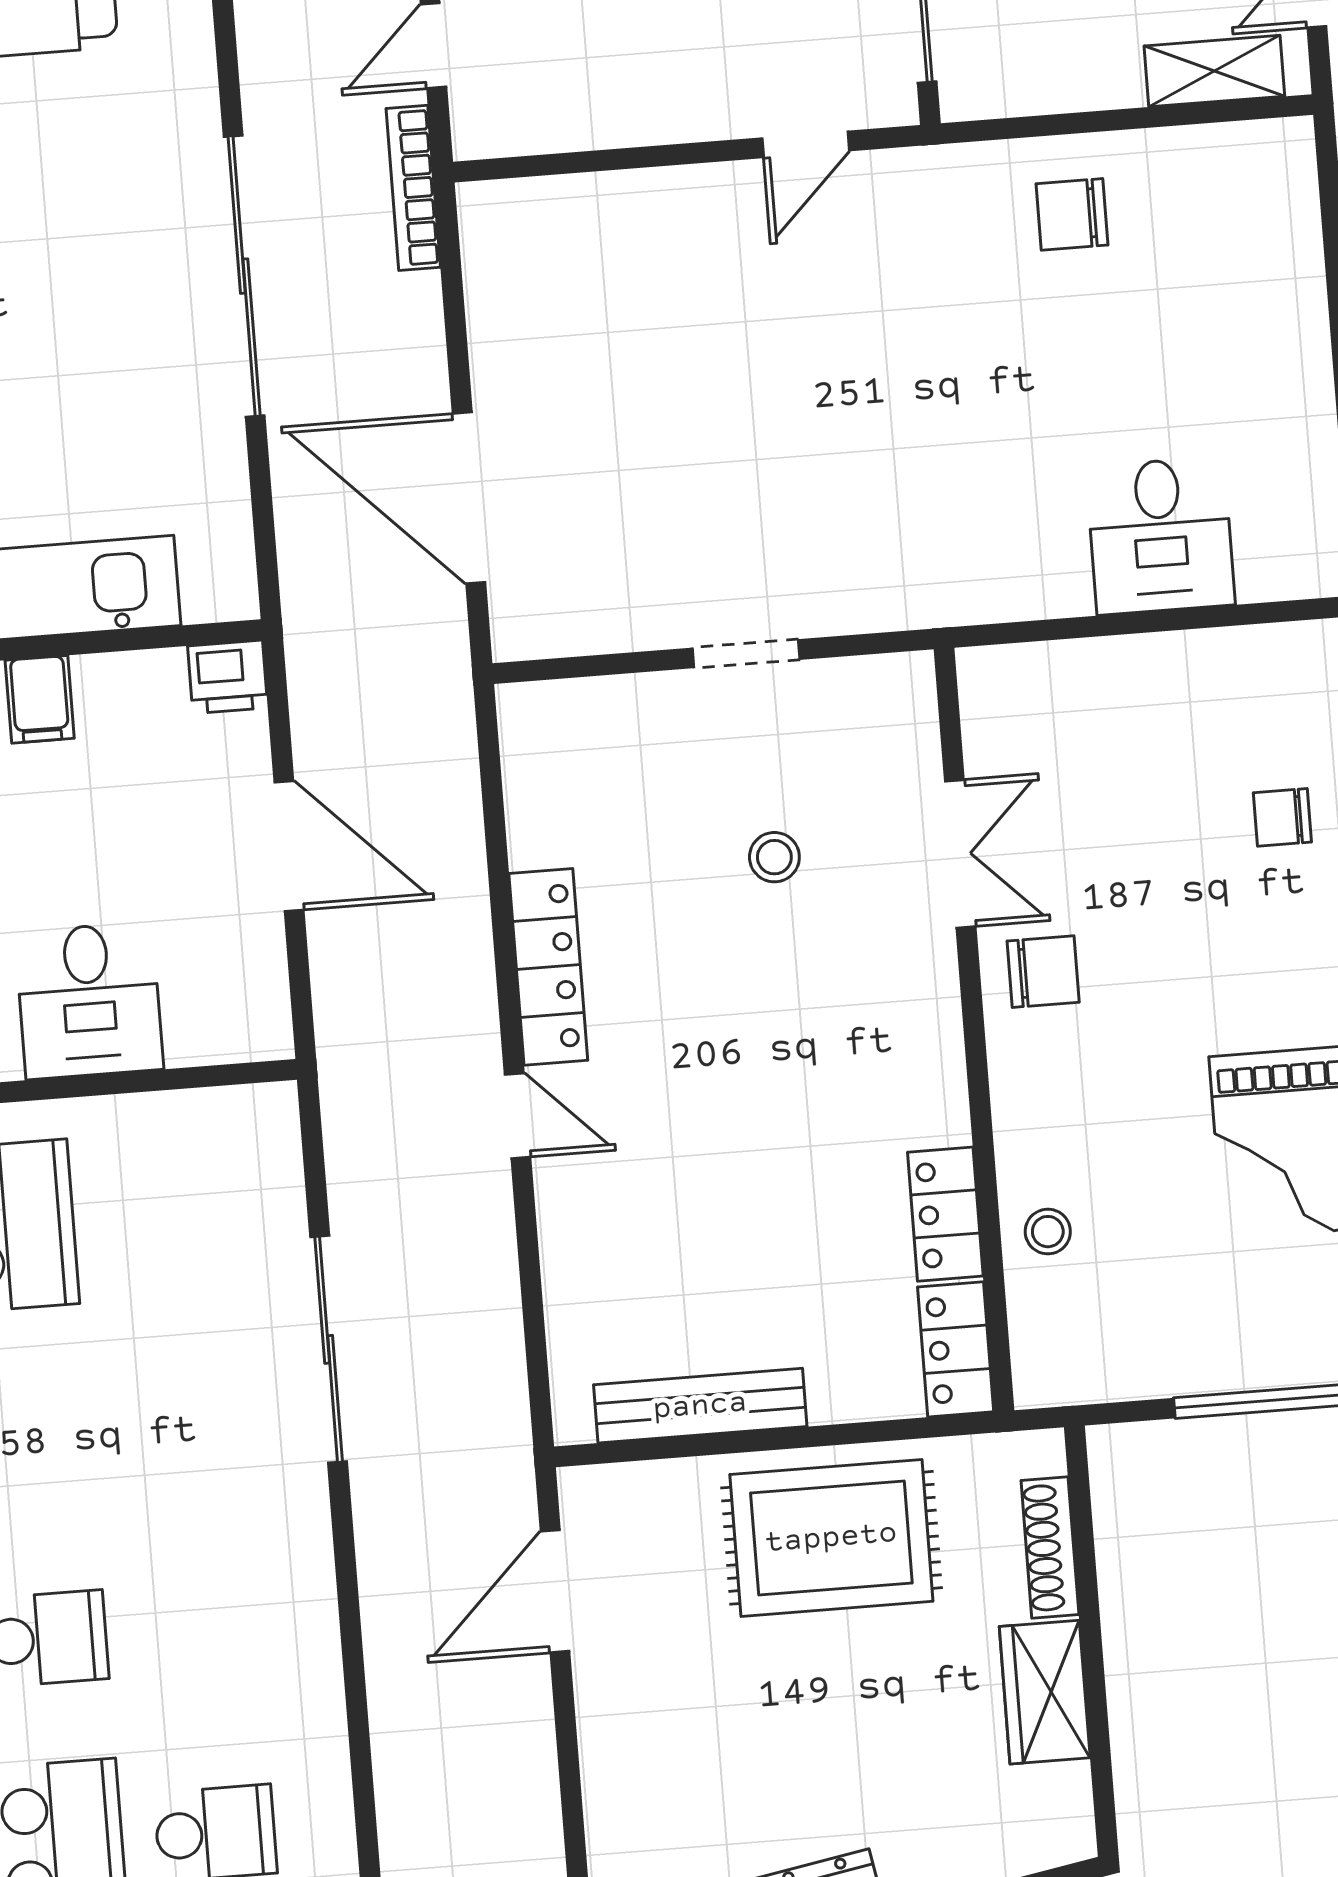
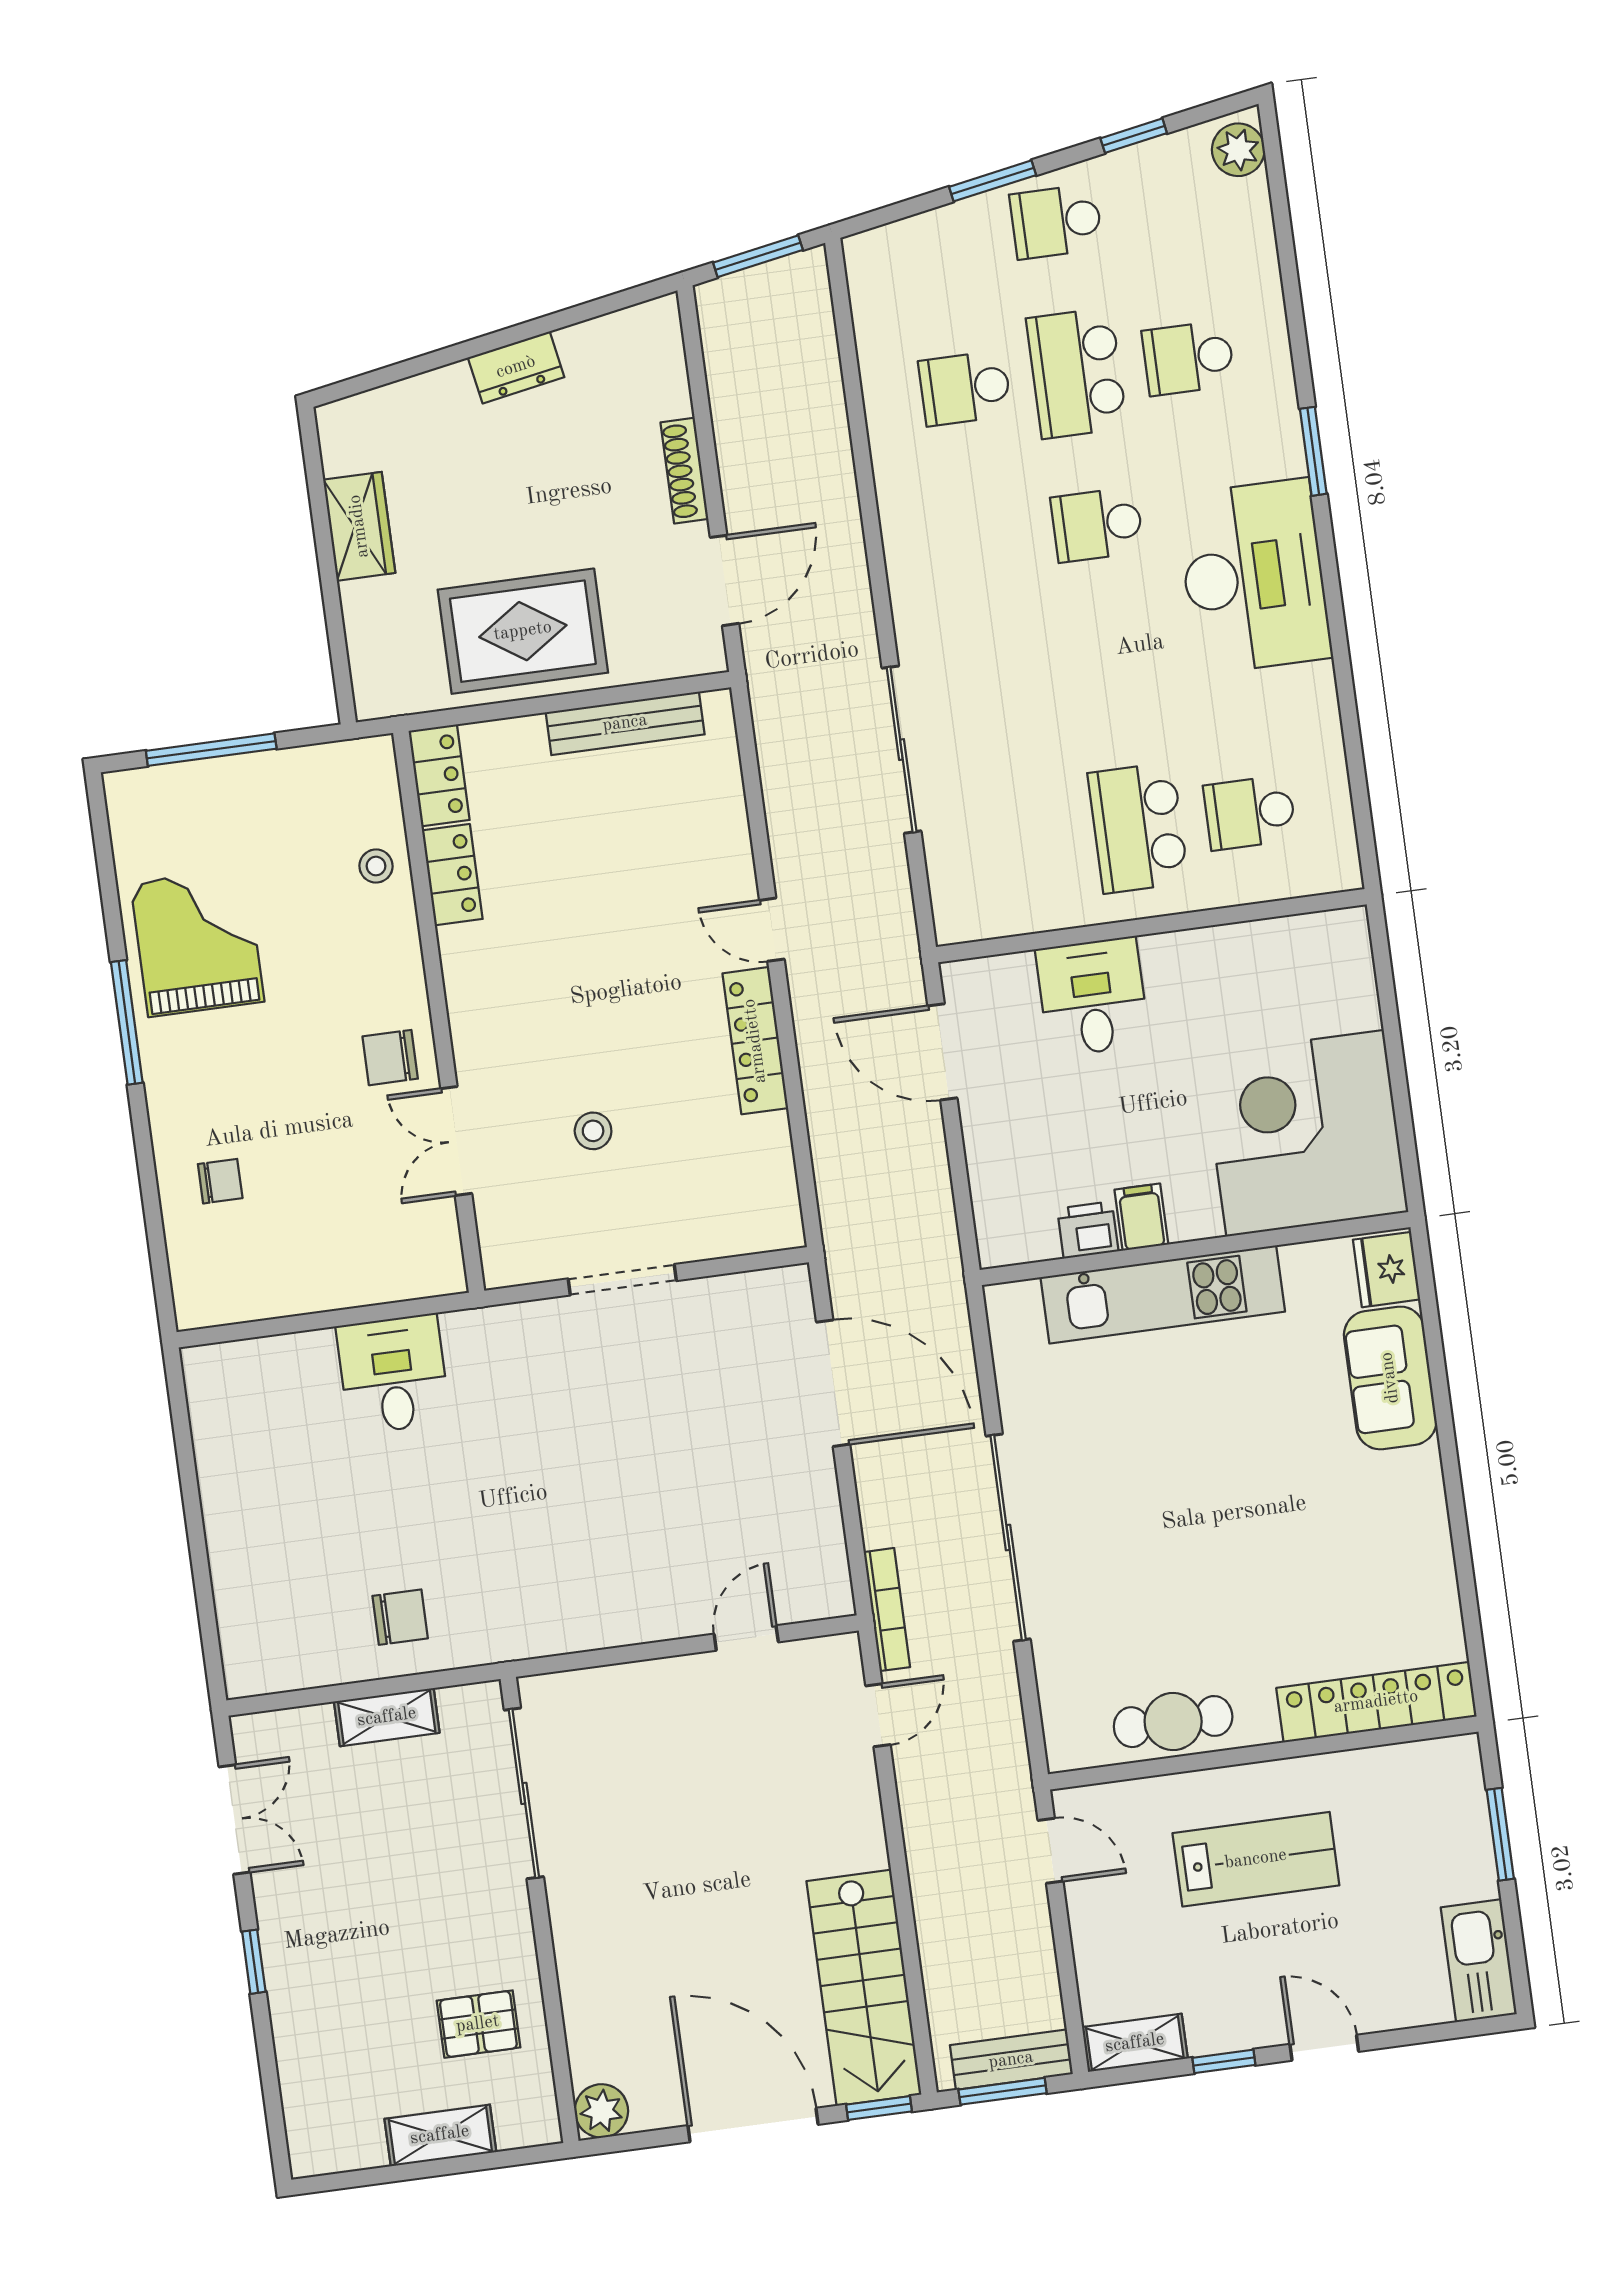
shelving: (1214, 71) -> (387, 1717), moved
door: (806, 144) -> (746, 1638), moved
desk: (1160, 536) -> (393, 1374), moved
doorway: (746, 654) -> (622, 1280), width x1.38
printer: (228, 677) -> (1088, 1230), moved
door: (289, 846) -> (942, 1052), moved
shoe rack: (1050, 1547) -> (684, 471), moved, turned 180

